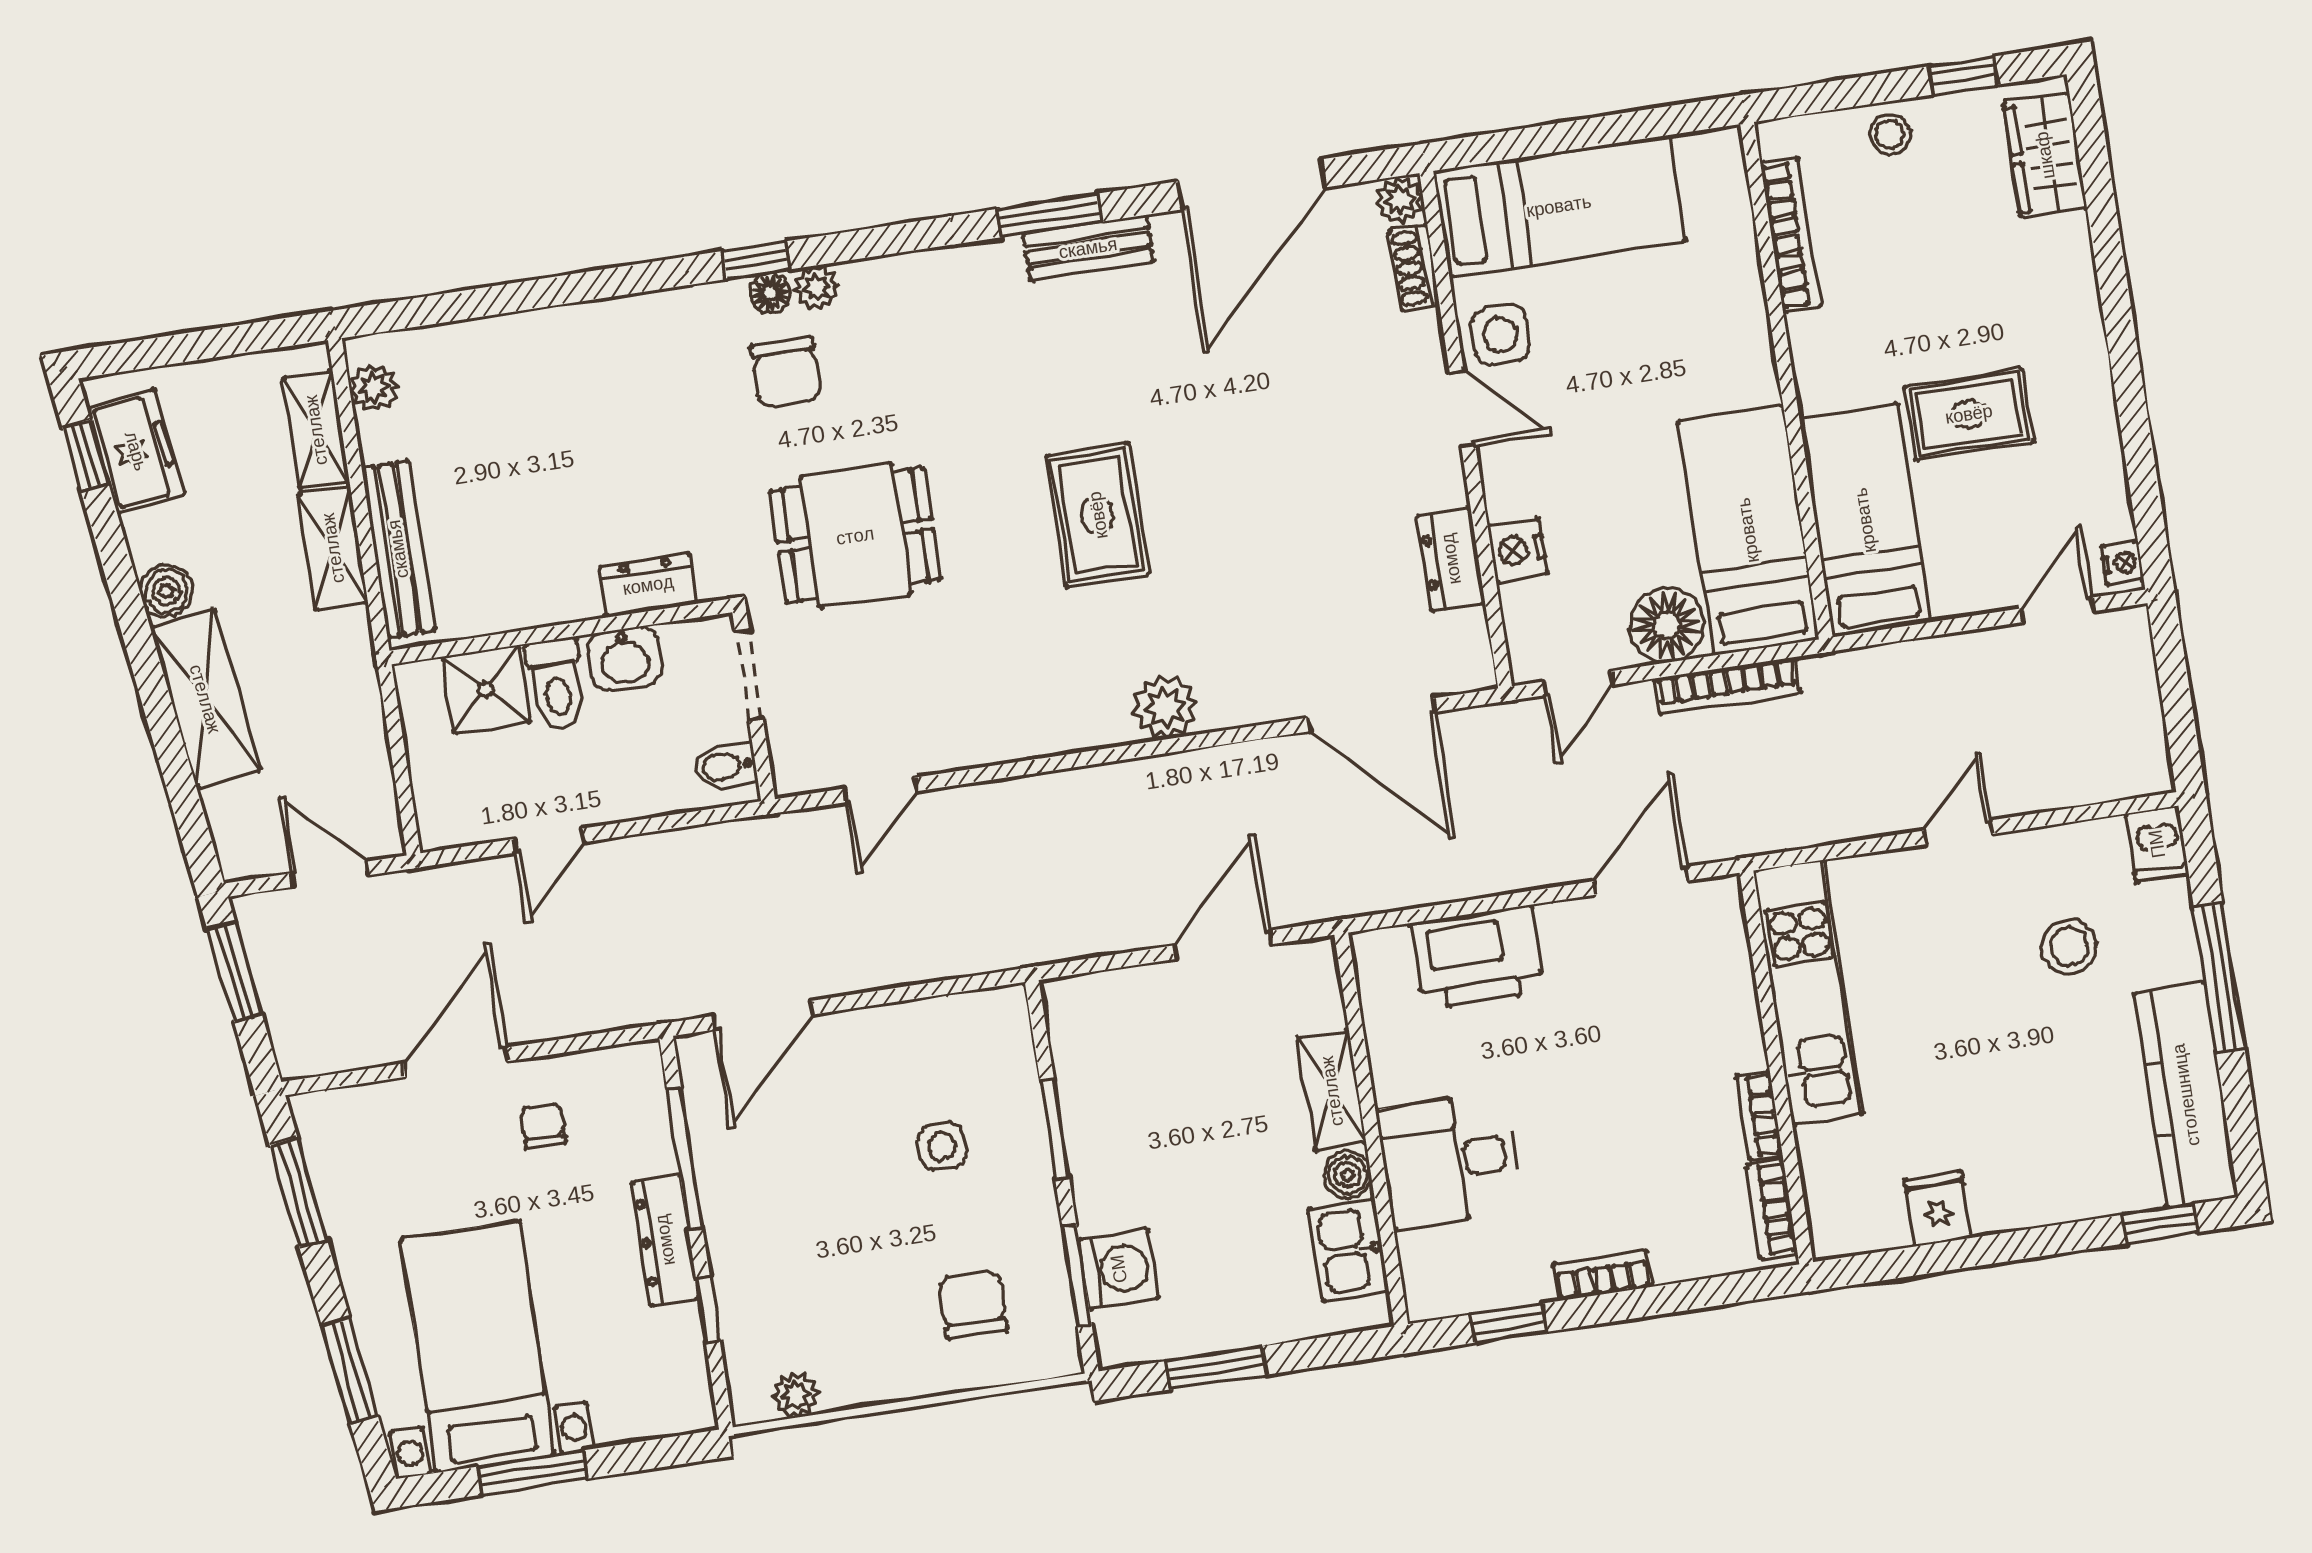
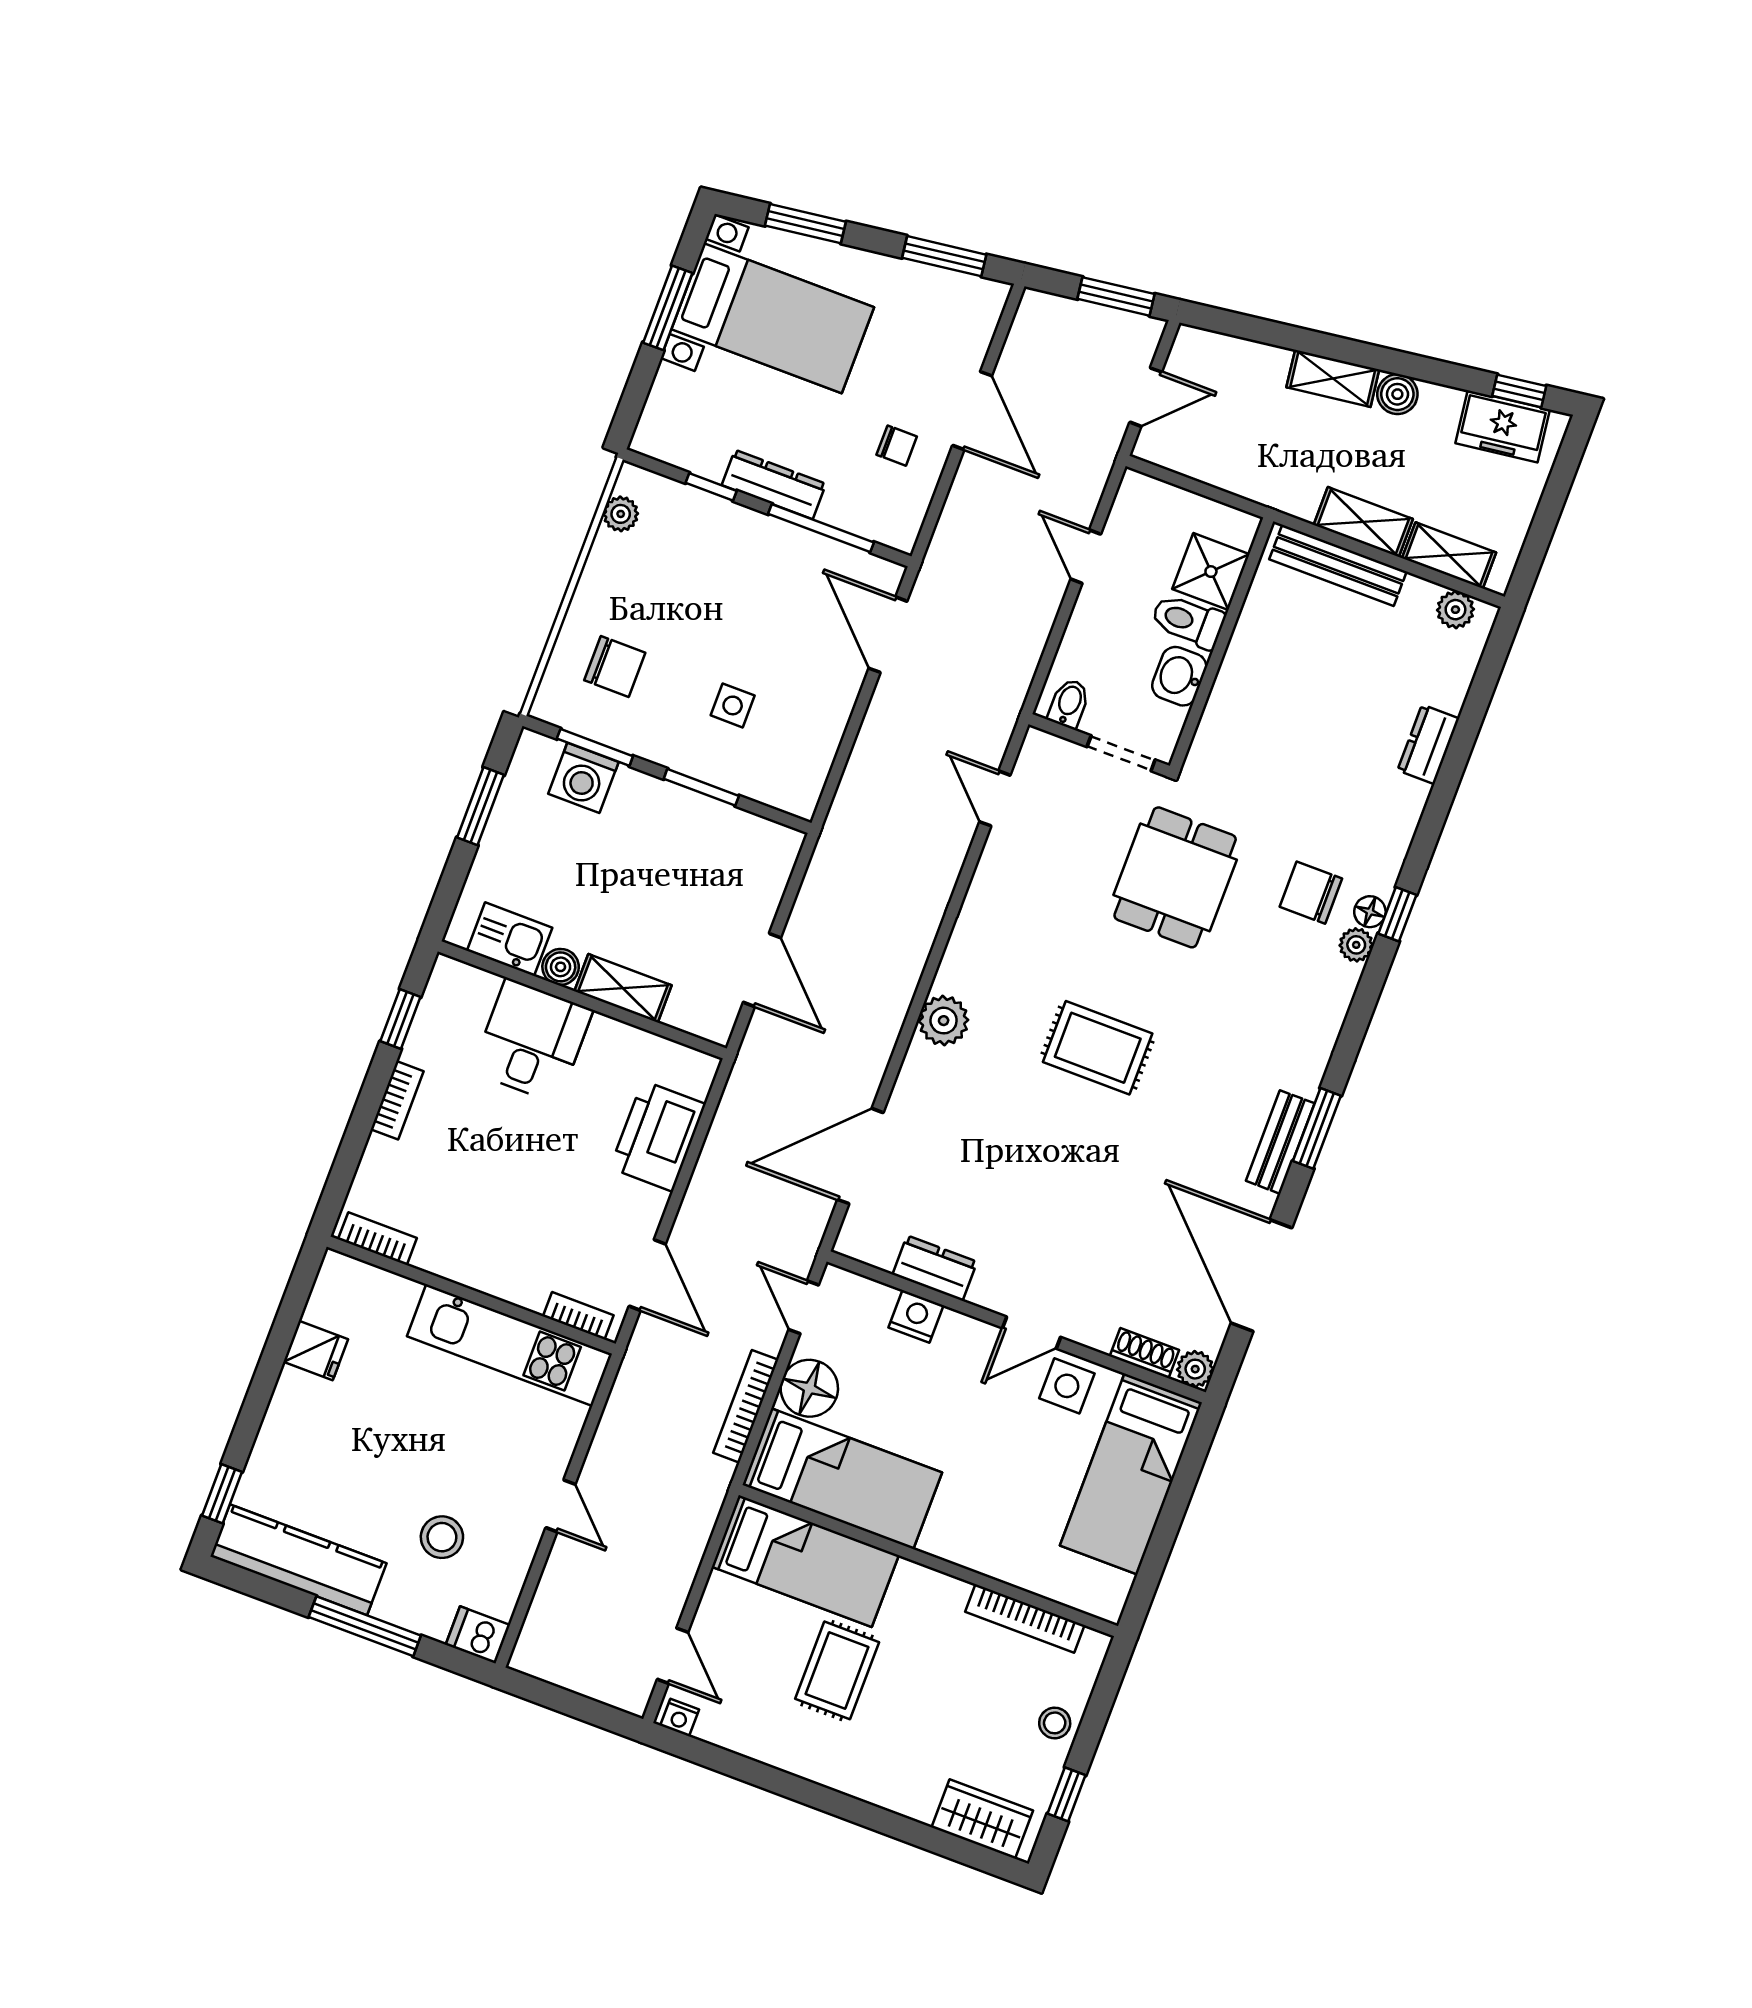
dresser: (648, 585) -> (1428, 744), moved, turned 180
shelving: (205, 699) -> (1333, 378), width x0.67, depth x0.75
bookcase: (1759, 1115) -> (578, 1316), moved

